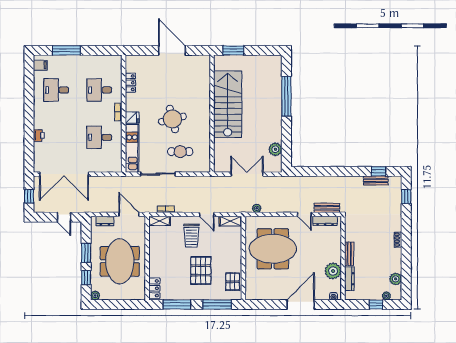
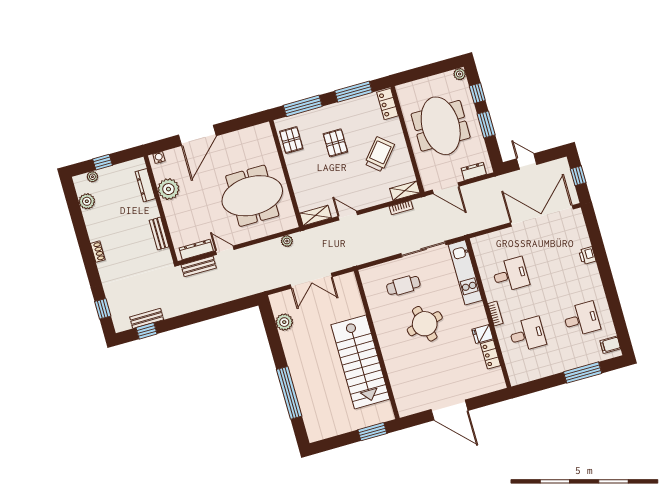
fridge: (132, 118) -> (482, 334), moved
trolley: (191, 236) -> (379, 154), moved, turned 40
bench: (349, 254) -> (159, 234), moved
pallet: (201, 270) -> (335, 143), width x0.67, depth x0.71

